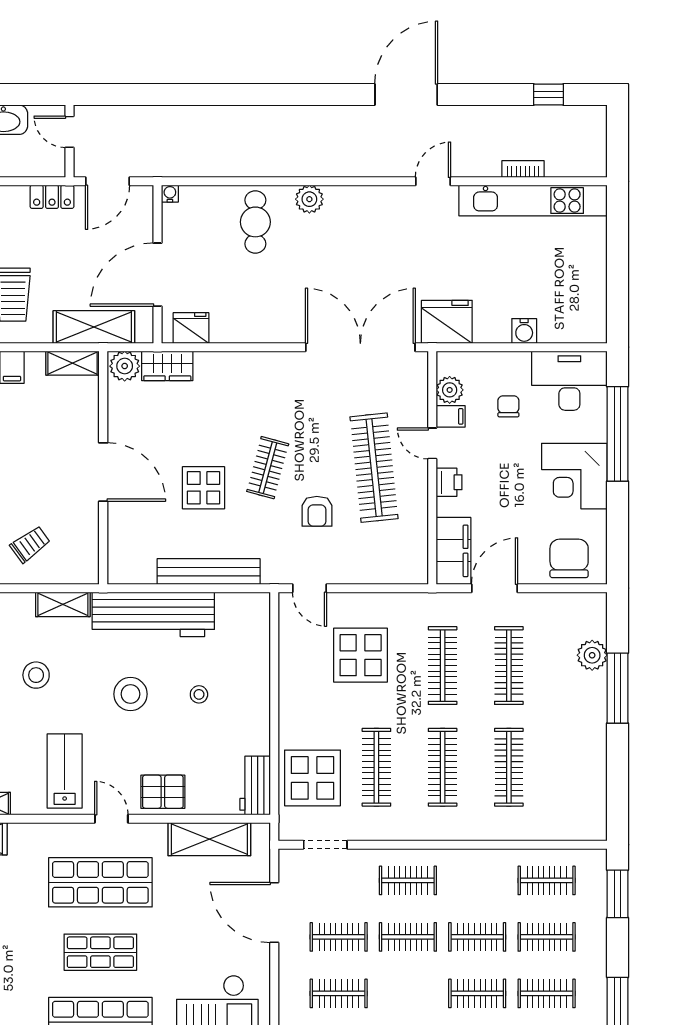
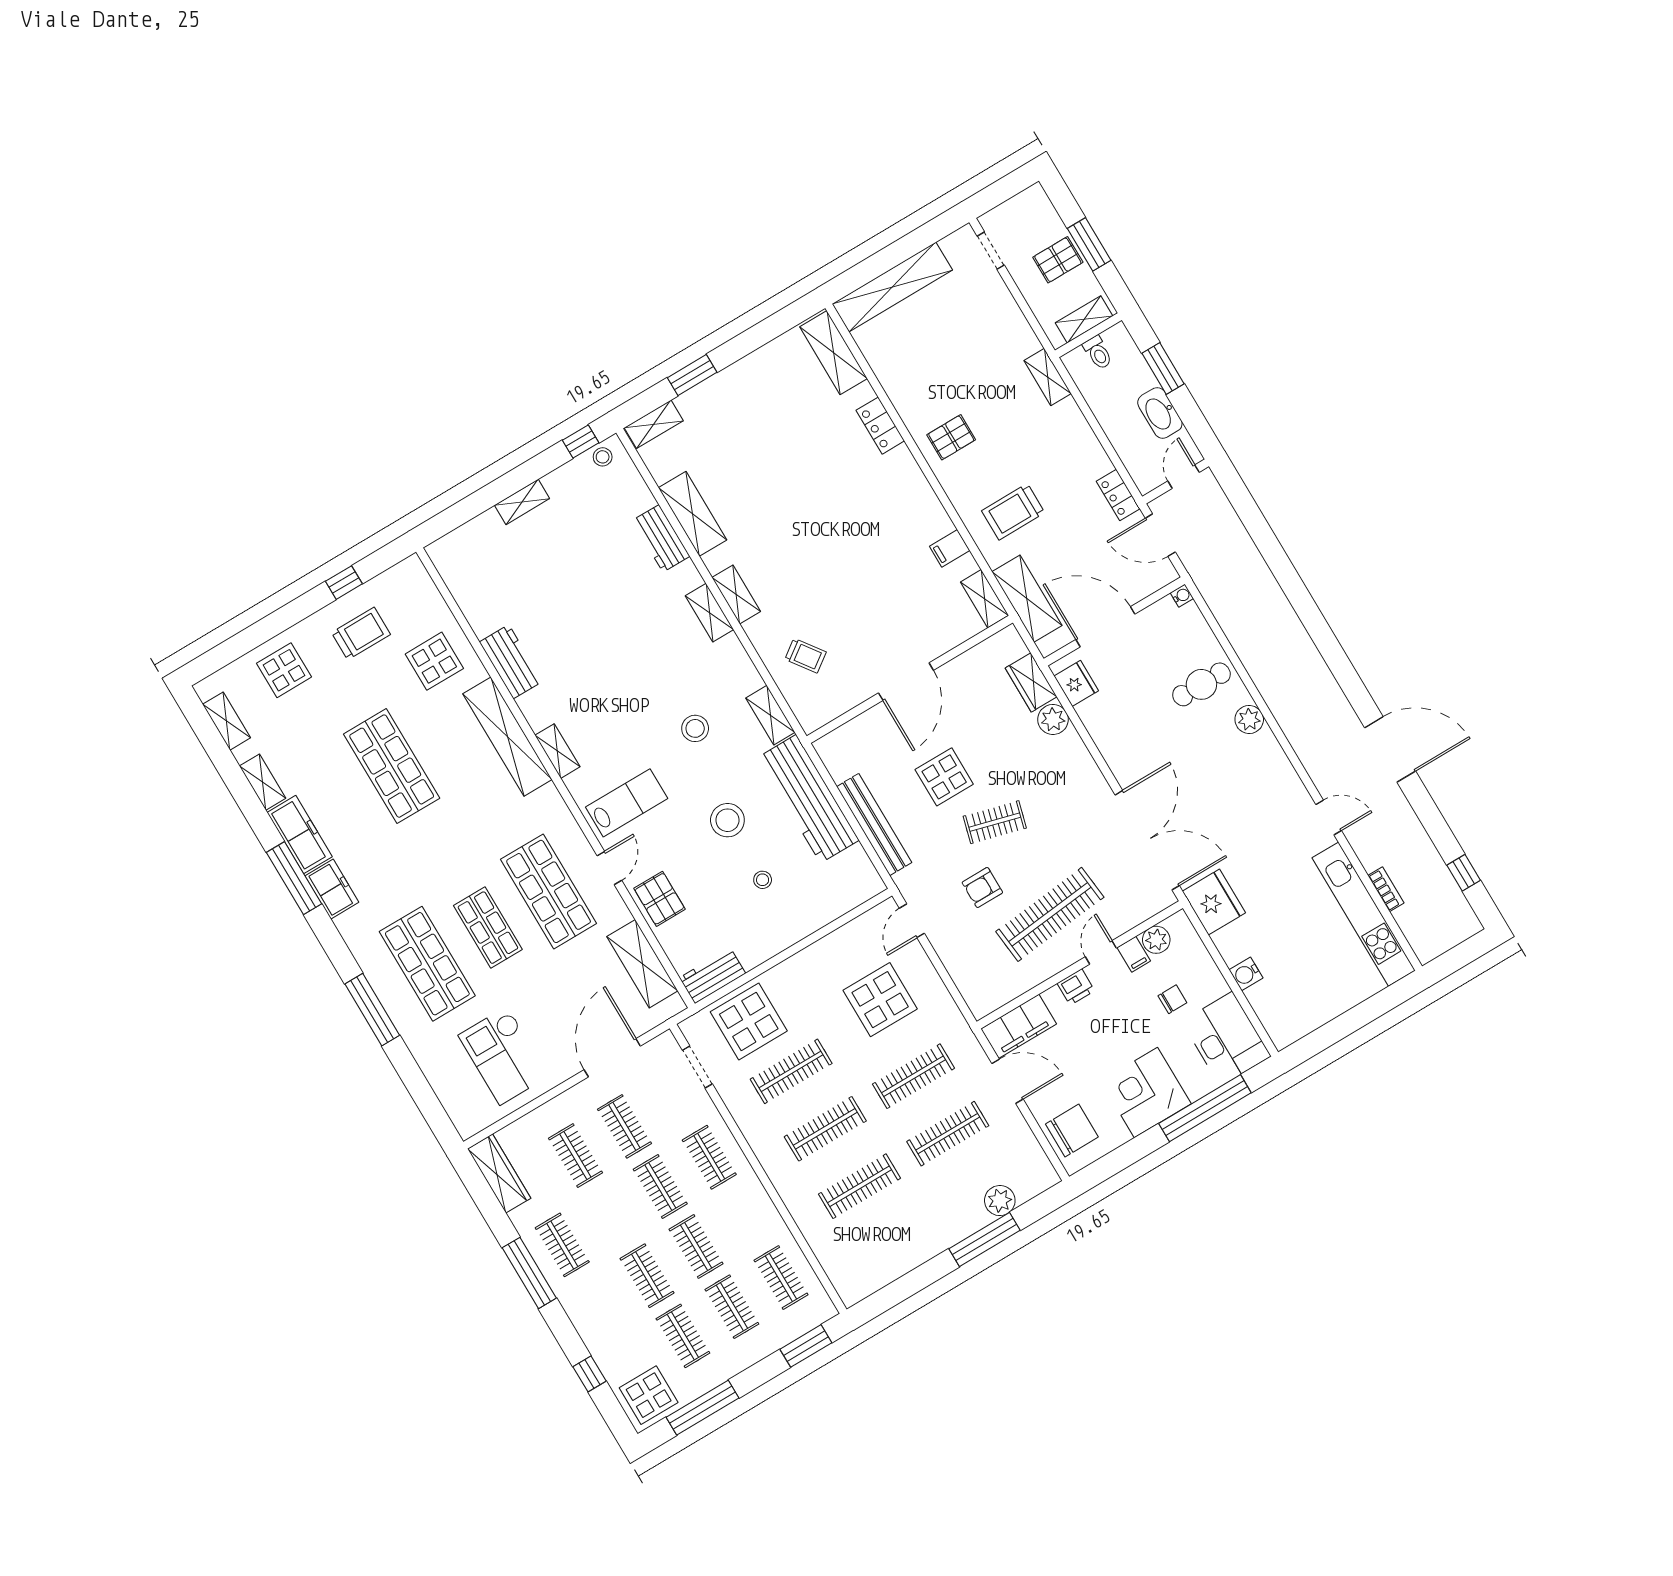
plant: (125, 366) -> (1053, 719), moved

